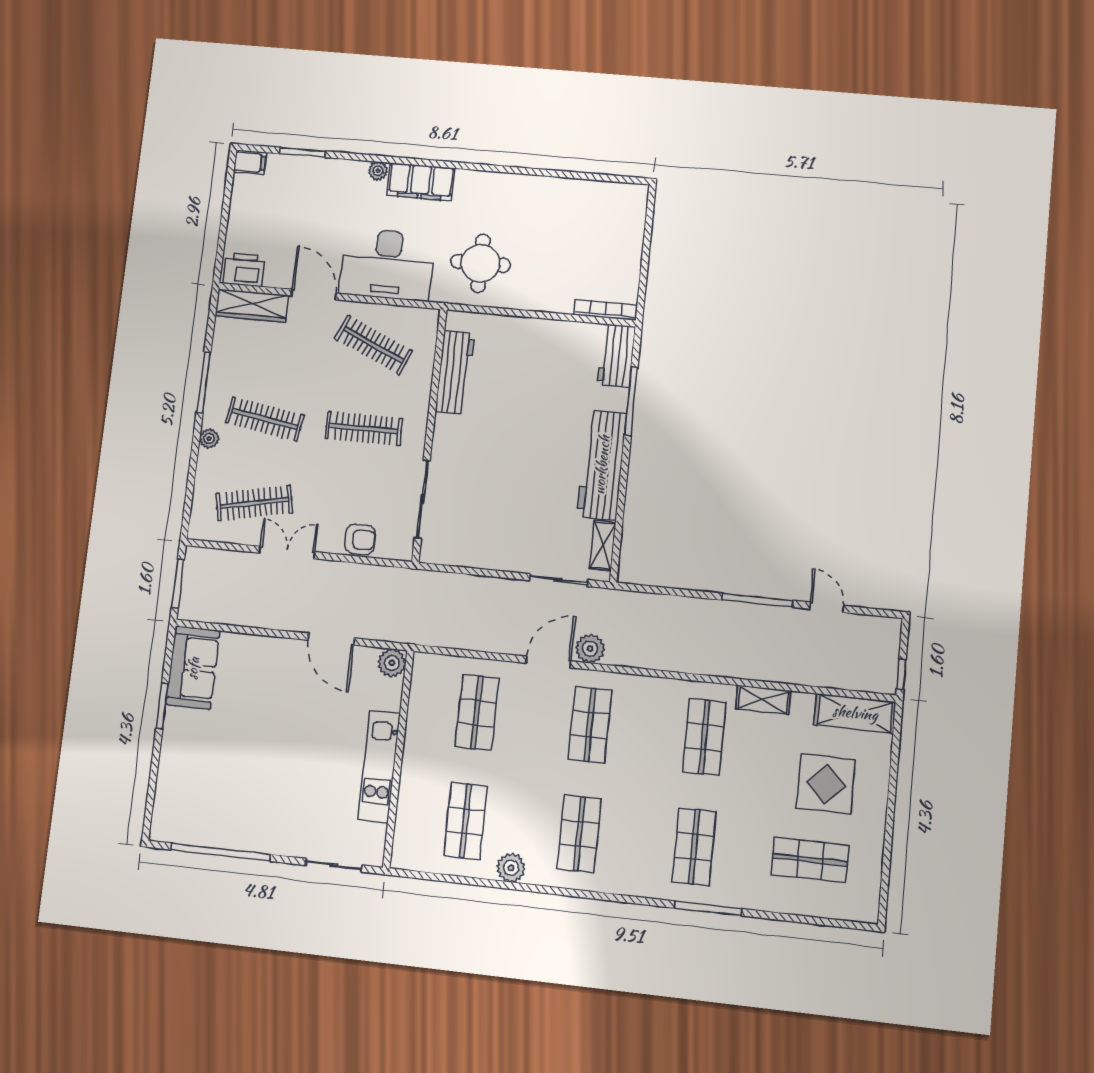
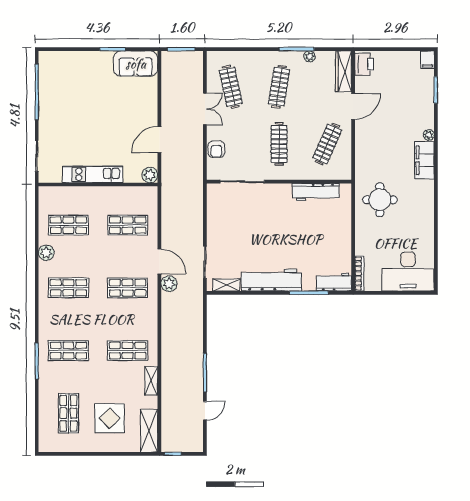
desk: (387, 264) -> (408, 272), moved, turned -90
plant: (209, 439) -> (309, 56), moved

